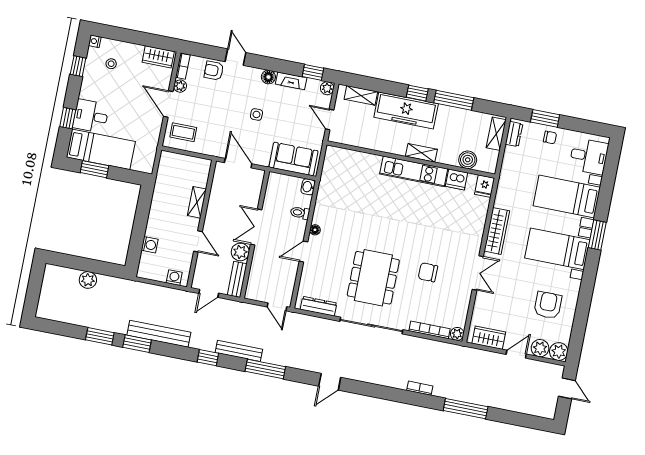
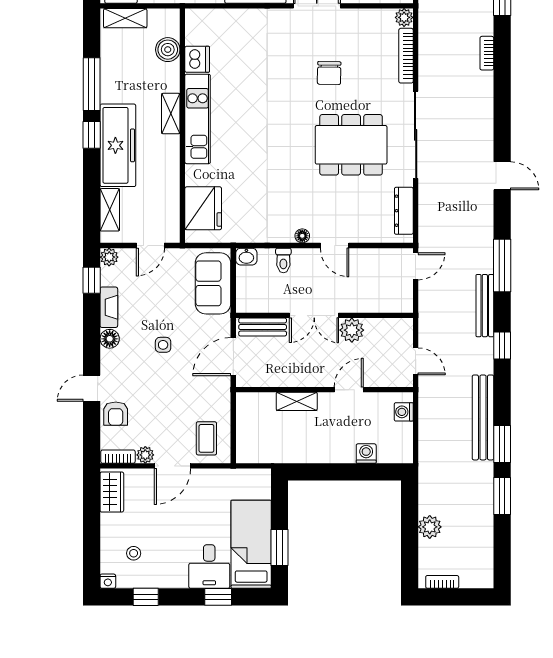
fridge: (485, 186) -> (203, 208), moved, width x1.88, depth x1.34
bench: (237, 279) -> (263, 327), moved
bookcase: (47, 281) -> (442, 582), added

